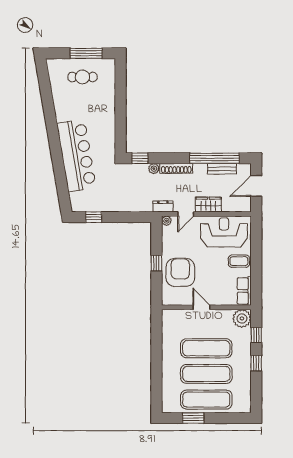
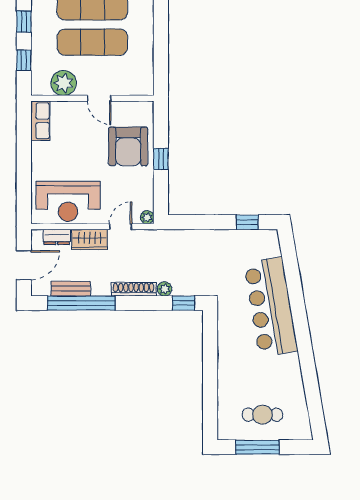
dresser: (163, 206) -> (57, 237), moved
coffee table: (239, 261) -> (48, 162), removed
plant: (242, 318) -> (64, 83), moved

